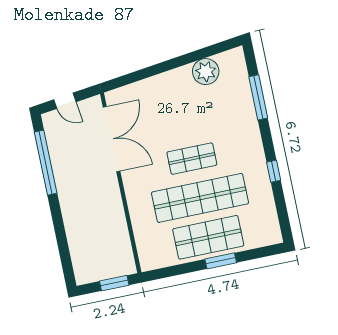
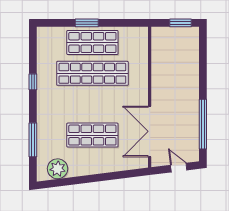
plant: (206, 72) -> (58, 169), moved
shop shelf: (192, 159) -> (92, 135), moved, width x1.43, depth x1.36
window: (114, 283) -> (181, 23), moved

